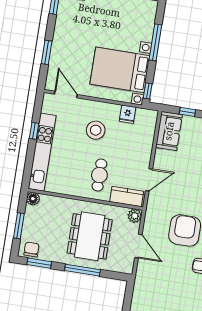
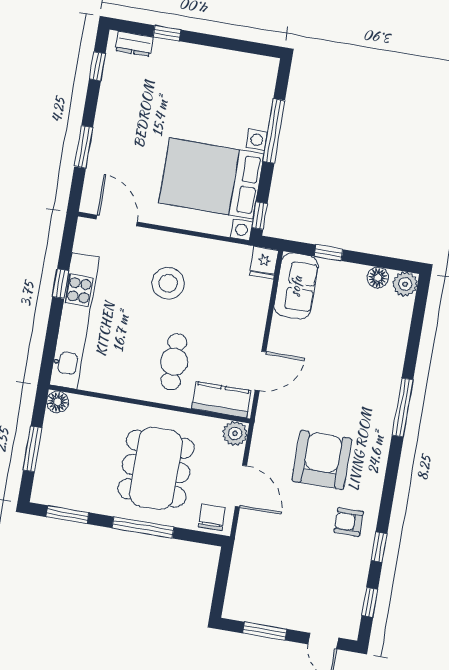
fridge: (128, 114) -> (264, 263), moved
chair: (31, 249) -> (212, 517), moved

